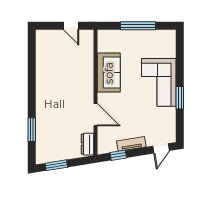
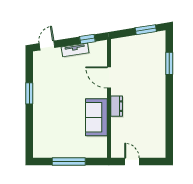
corner sofa: (159, 82) -> (49, 108), removed
dresser: (87, 144) -> (117, 106), moved

